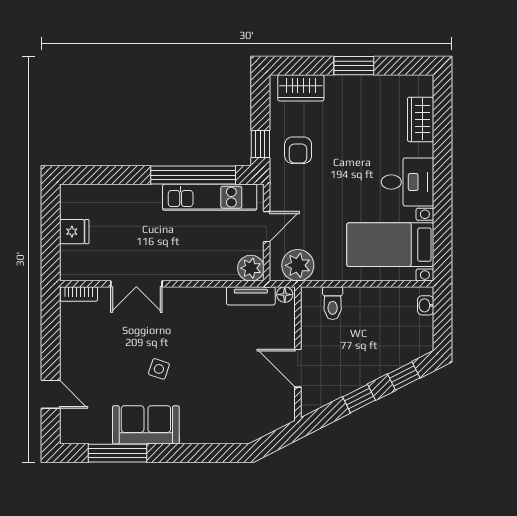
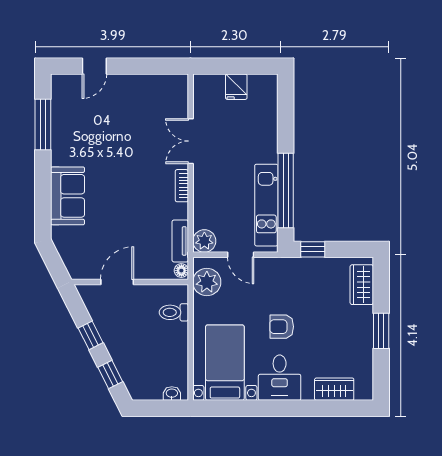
armchair: (298, 150) -> (282, 327), moved
bookcase: (79, 294) -> (182, 186), moved
side table: (159, 369) -> (116, 161), removed
sofa: (146, 425) -> (68, 196), moved

